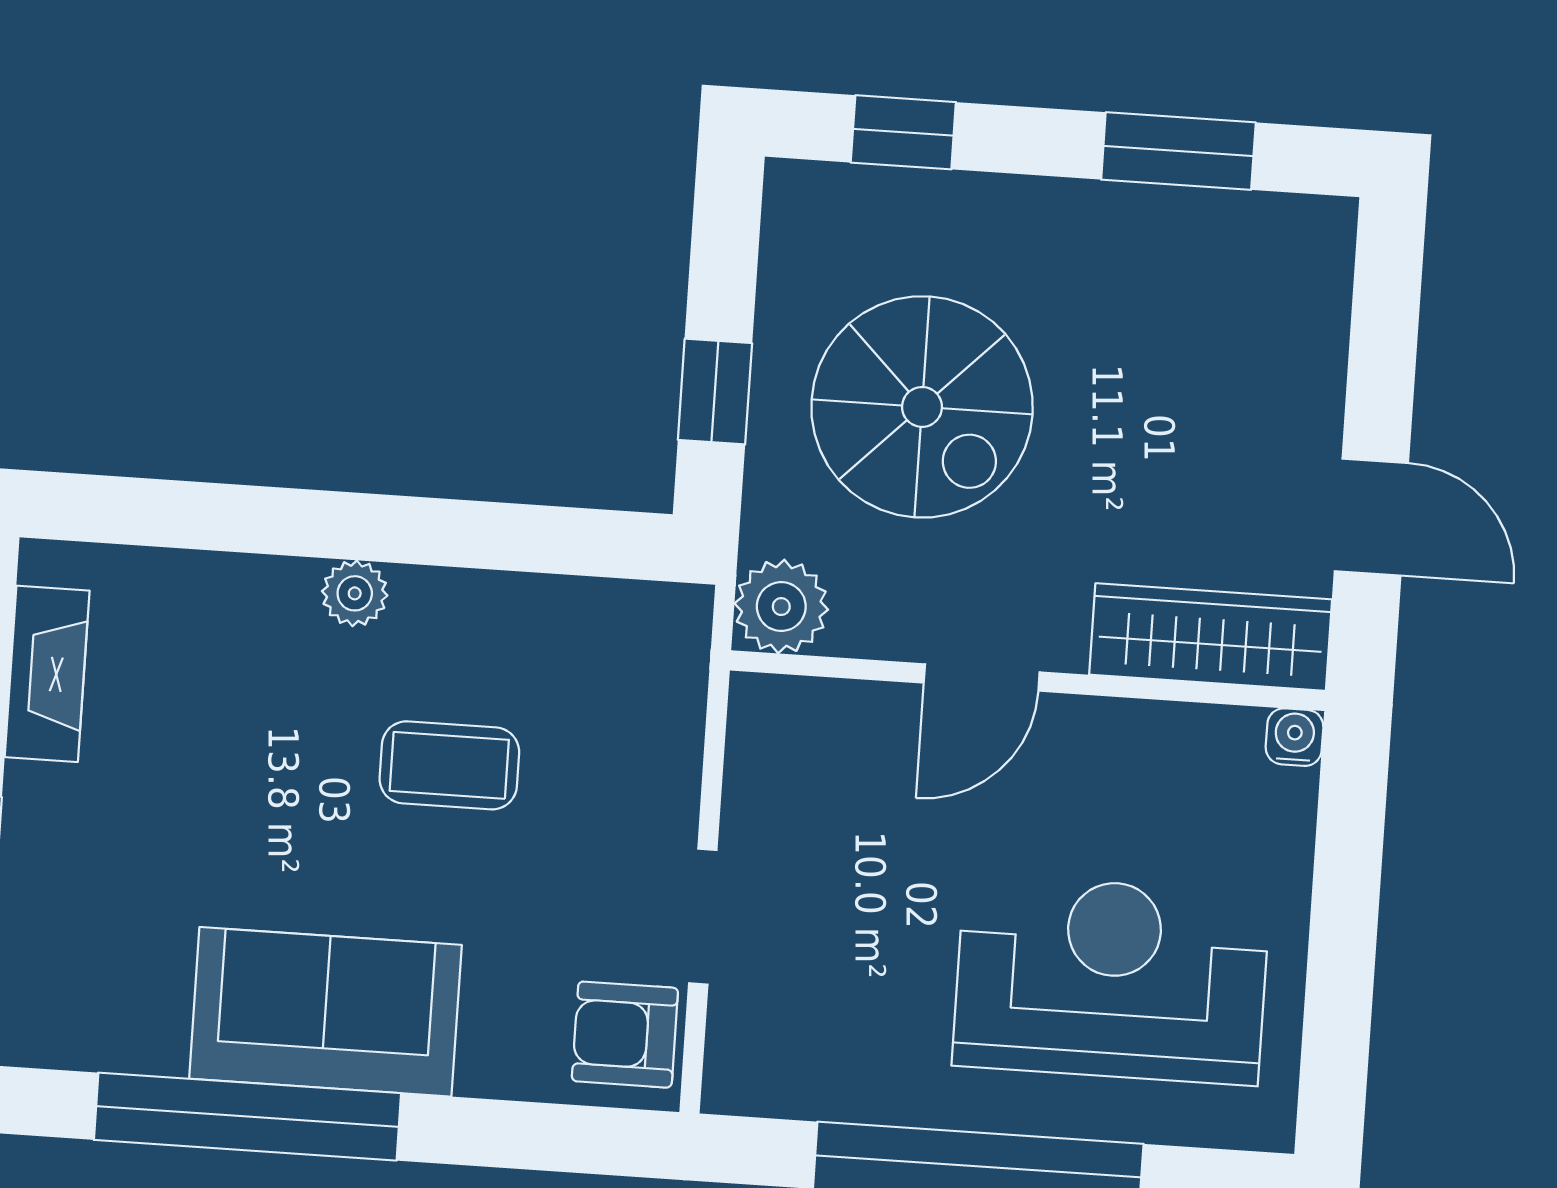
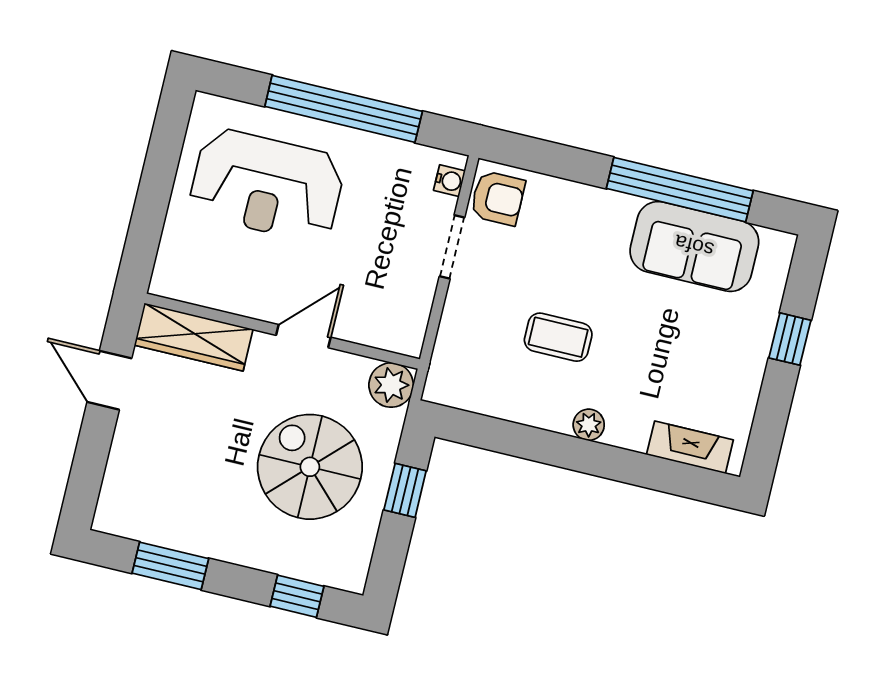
fireplace: (47, 674) -> (690, 447), moved, turned 90
water cooler: (1294, 737) -> (449, 181), moved, turned -90
sofa: (325, 1012) -> (694, 246), moved

